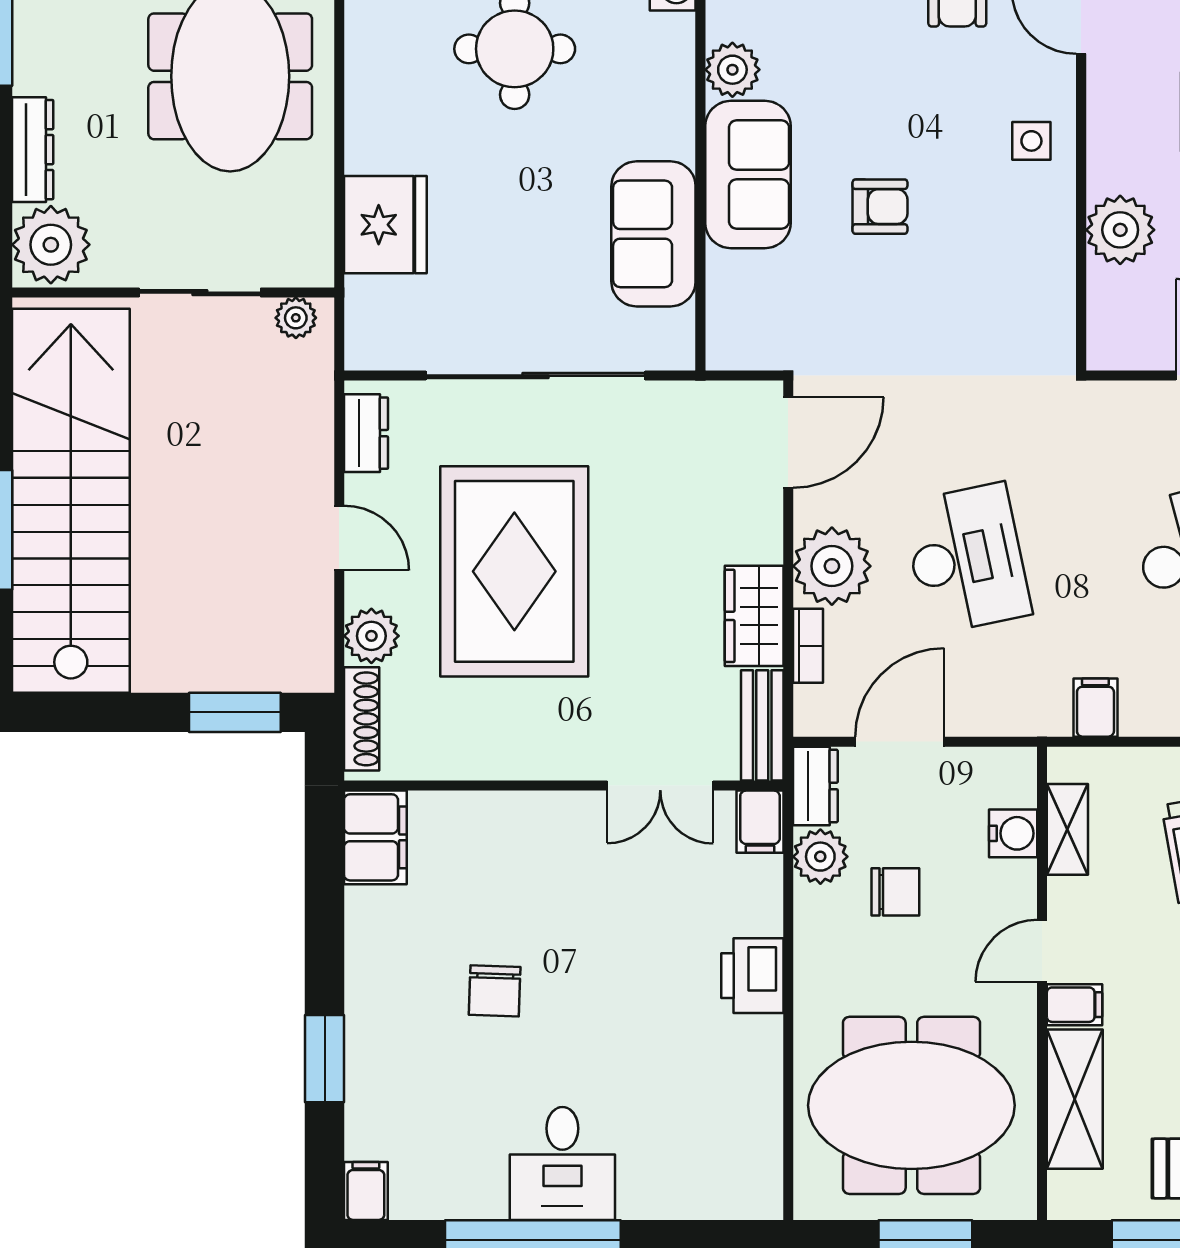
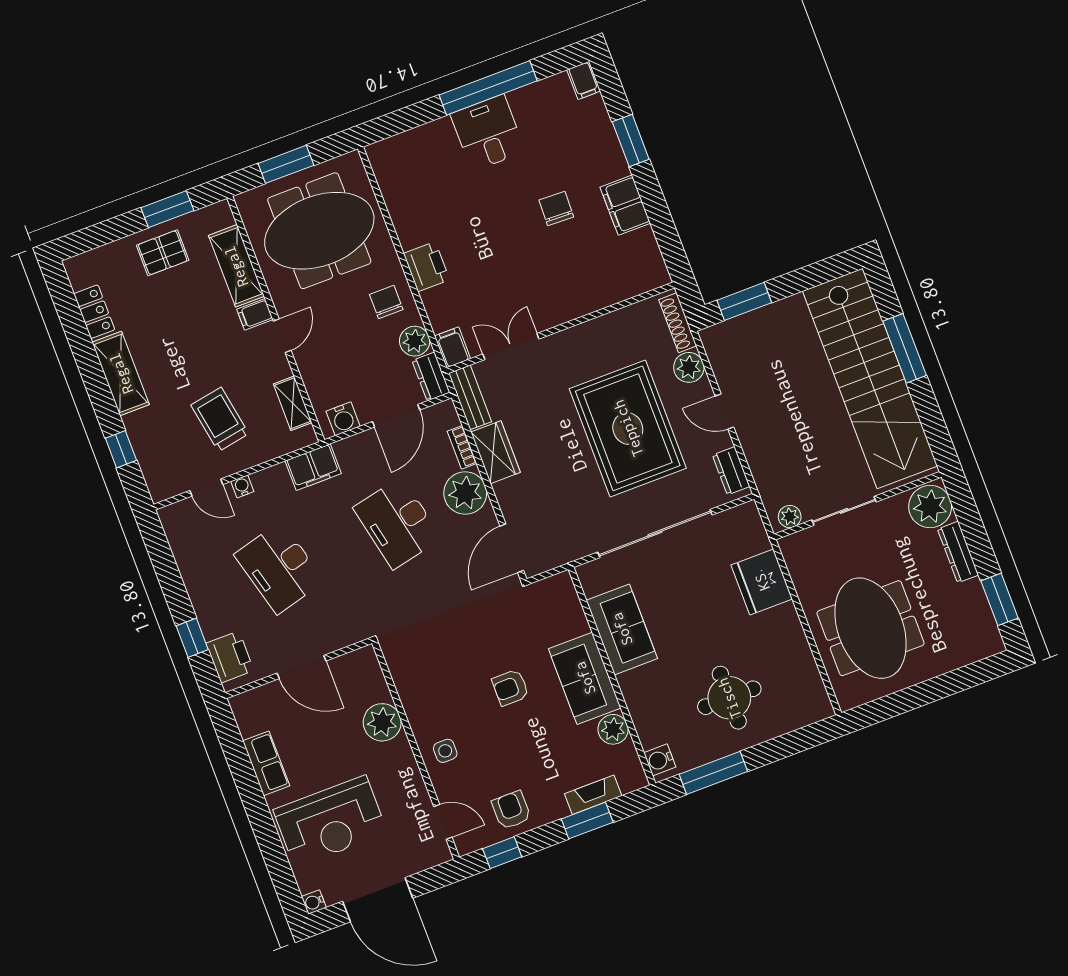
filing cabinet: (1095, 708) -> (313, 467), width x2.00
water cooler: (1013, 833) -> (343, 419), moved, turned -90
filing cabinet: (375, 837) -> (625, 205), moved
chair: (895, 892) -> (386, 302), moved, turned 90

